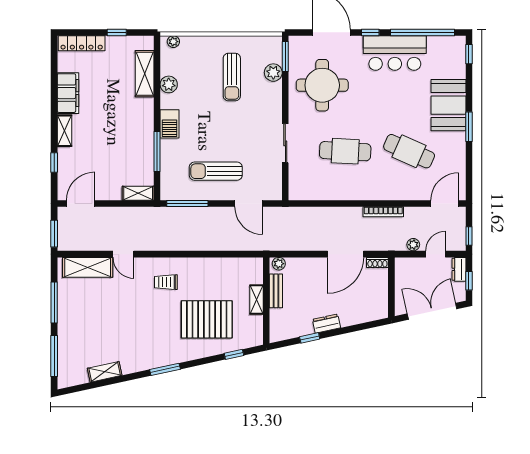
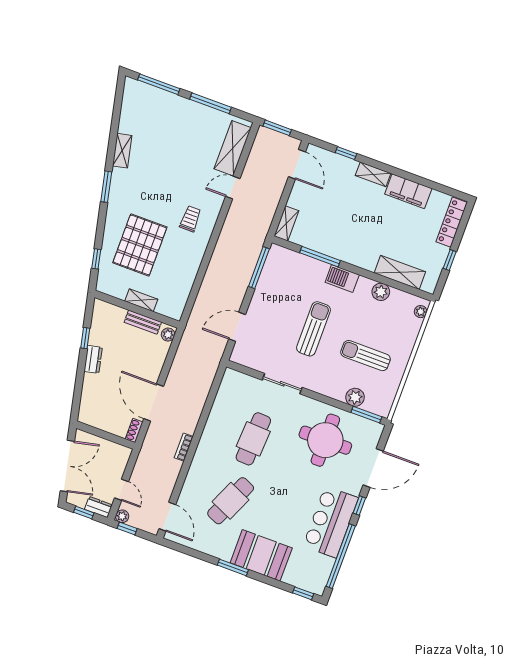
sun lounger: (216, 171) -> (313, 329), moved
bookcase: (383, 212) -> (184, 447), width x0.64
plant: (413, 245) -> (122, 516), moved
shelving: (105, 372) -> (122, 151), moved

